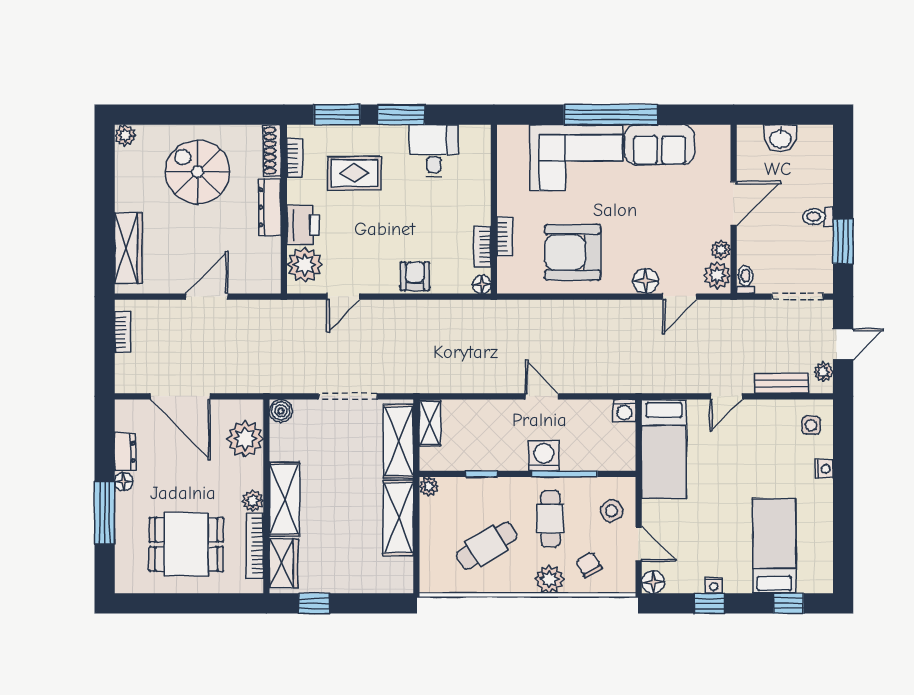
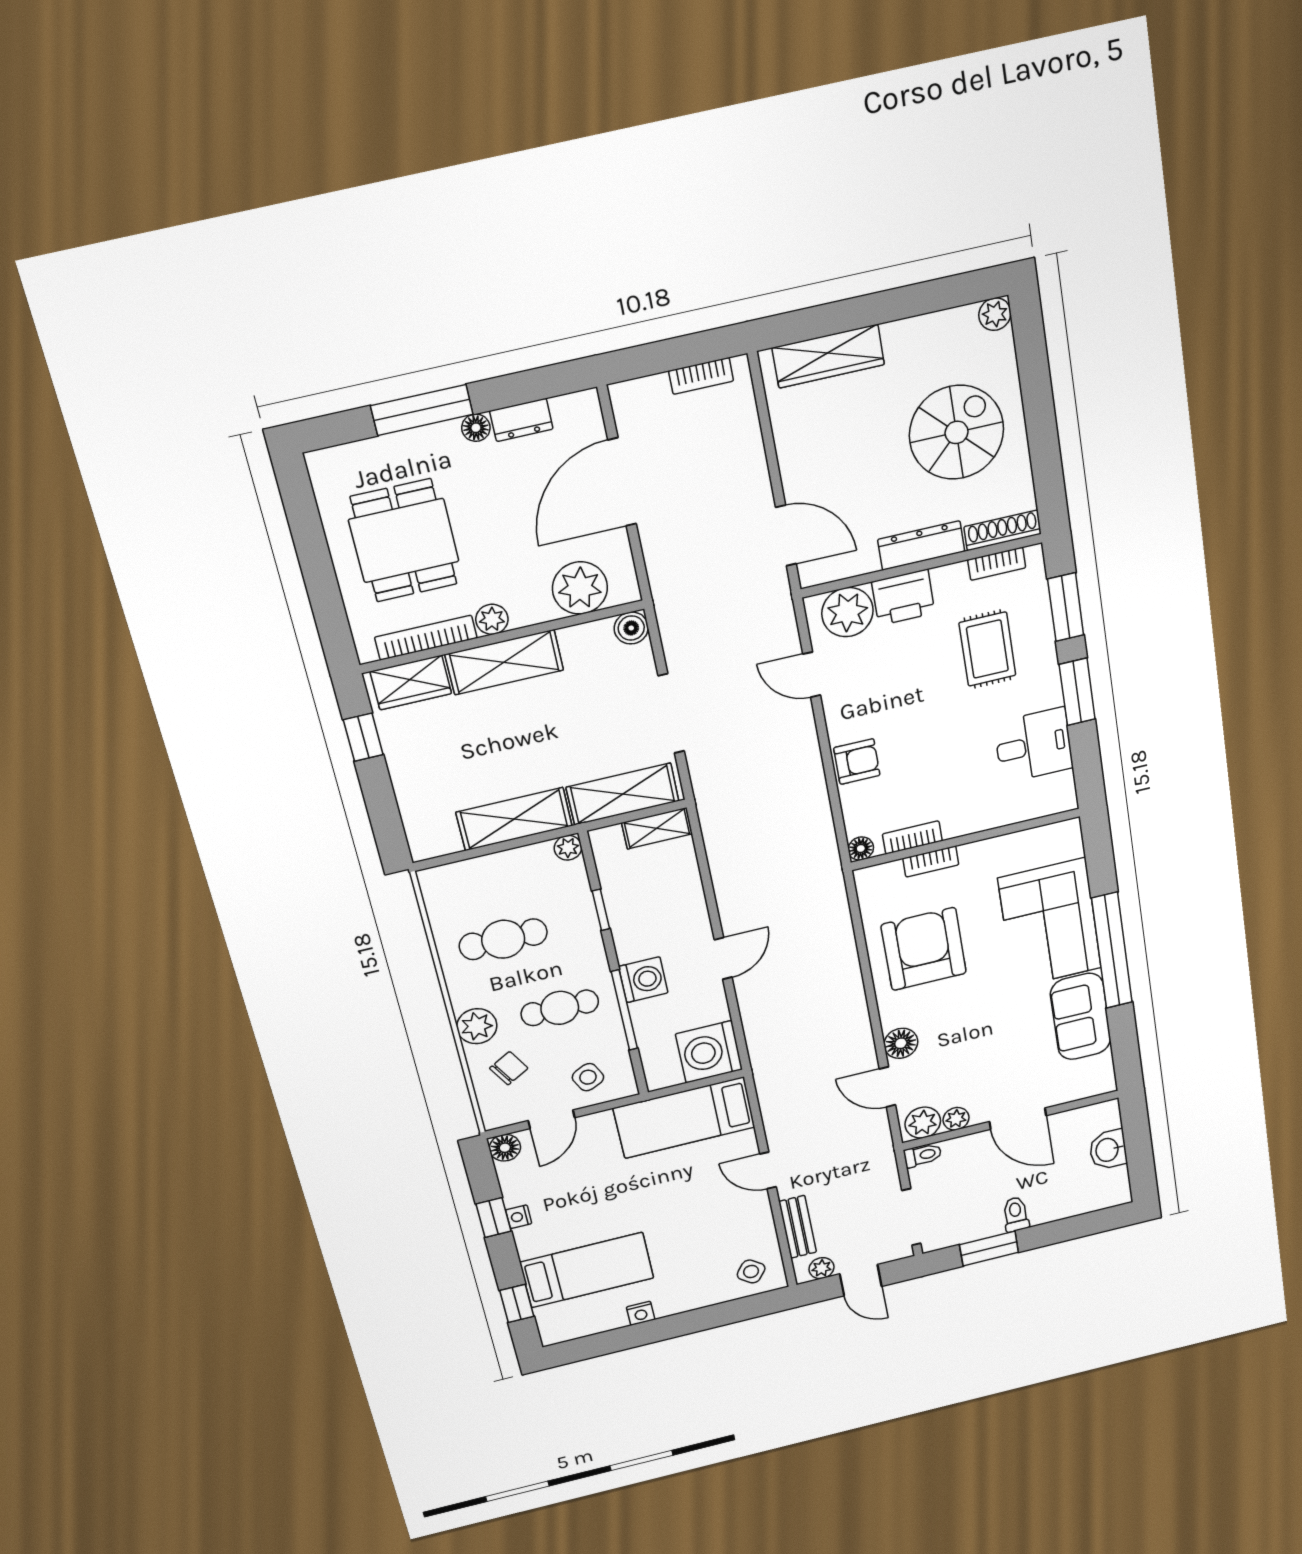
door: (207, 297) -> (786, 536), moved
washing machine: (624, 411) -> (709, 1052), width x1.89, depth x1.89
side table: (811, 425) -> (751, 1271), turned 37
nightstand: (824, 469) -> (641, 1313), moved
cafe table: (487, 546) -> (503, 939), turned -58

